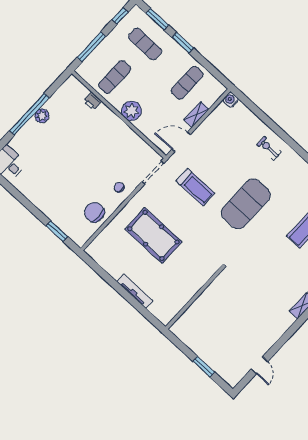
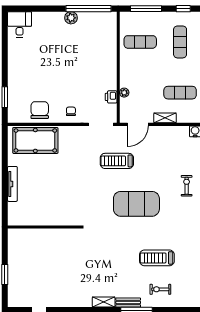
printer: (93, 101) -> (111, 97), moved
plant: (131, 111) -> (124, 93), moved, width x0.53, depth x0.53
window: (29, 114) -> (88, 9), moved
door: (181, 142) -> (138, 124), swing flipped
treadmill: (195, 187) -> (117, 161), turned 90
pool table: (153, 235) -> (35, 140), moved, turned 90

